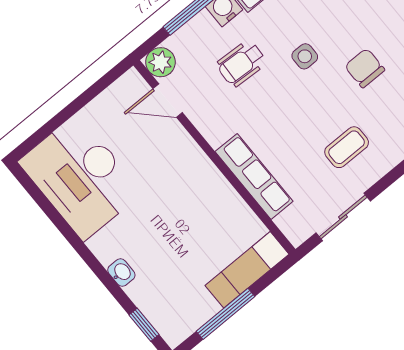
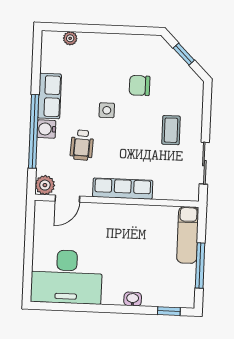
row of seats: (254, 176) -> (123, 189), moved

